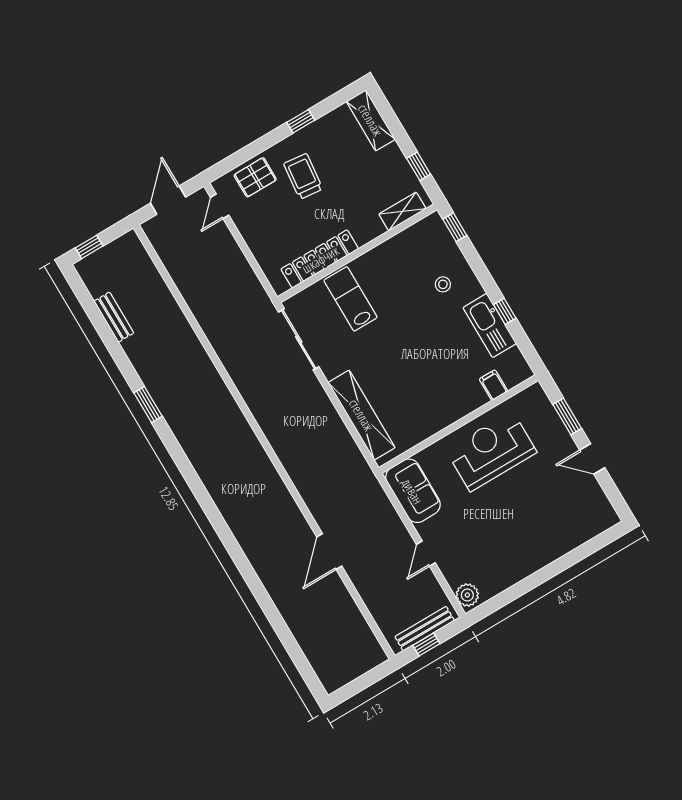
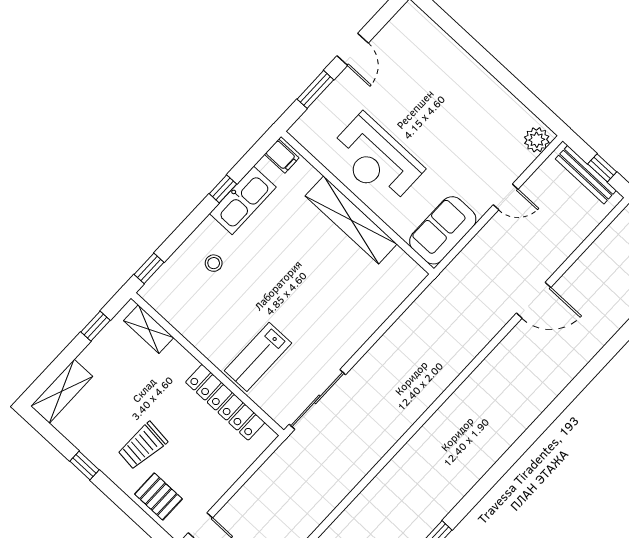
filing cabinet: (493, 385) -> (282, 156), moved, turned -90
shelving: (362, 415) -> (351, 220), moved, turned 90

